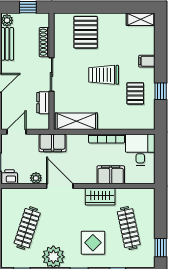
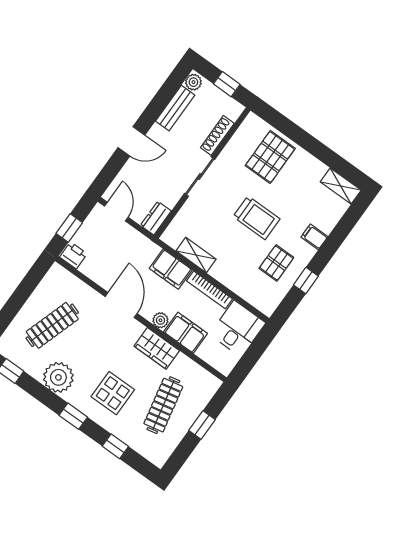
trolley: (104, 75) -> (256, 218), turned 180
dresser: (43, 103) -> (156, 218), moved
shelving: (76, 121) -> (196, 255), width x0.67, depth x0.75
door: (16, 132) -> (116, 212), hinge flipped
filing cabinet: (53, 143) -> (171, 269), moved
plant: (36, 178) -> (160, 320), moved
window: (161, 248) -> (202, 425), moved

